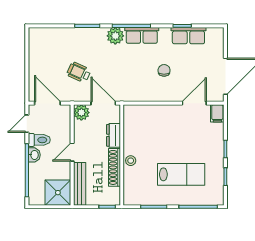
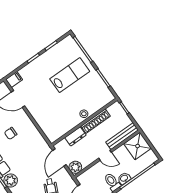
lab bench: (181, 174) -> (70, 75), turned 90

